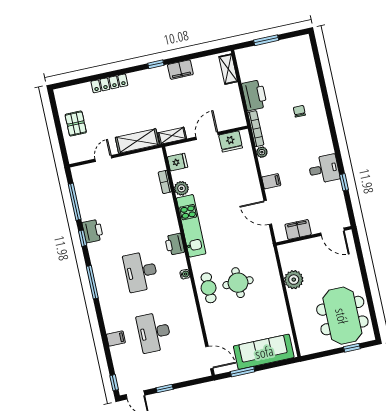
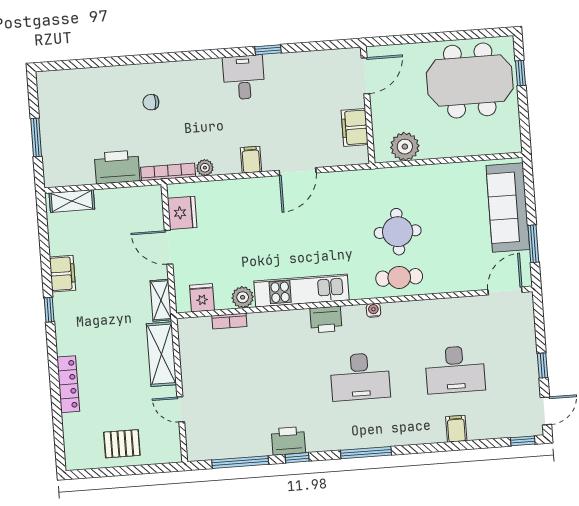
filing cabinet: (298, 229) -> (355, 127), moved
door: (333, 232) -> (365, 76), moved
wall: (314, 236) -> (368, 105), moved

